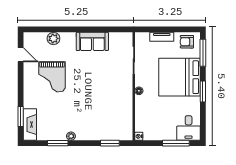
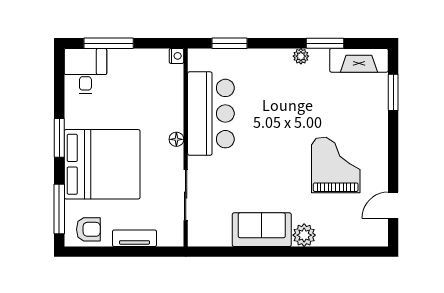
plant: (53, 38) -> (304, 235), moved
door: (21, 55) -> (393, 205), hinge flipped
bar counter: (120, 105) -> (211, 114), added
fireplace: (30, 125) -> (359, 60), moved, turned -90

